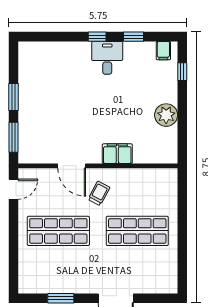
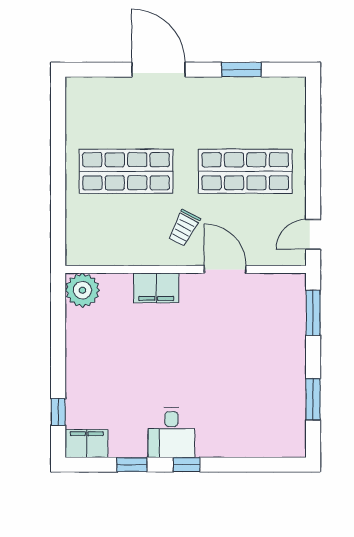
filing cabinet: (163, 51) -> (87, 444), width x2.00
window: (13, 97) -> (313, 399), moved
plant: (166, 115) -> (82, 290), moved

